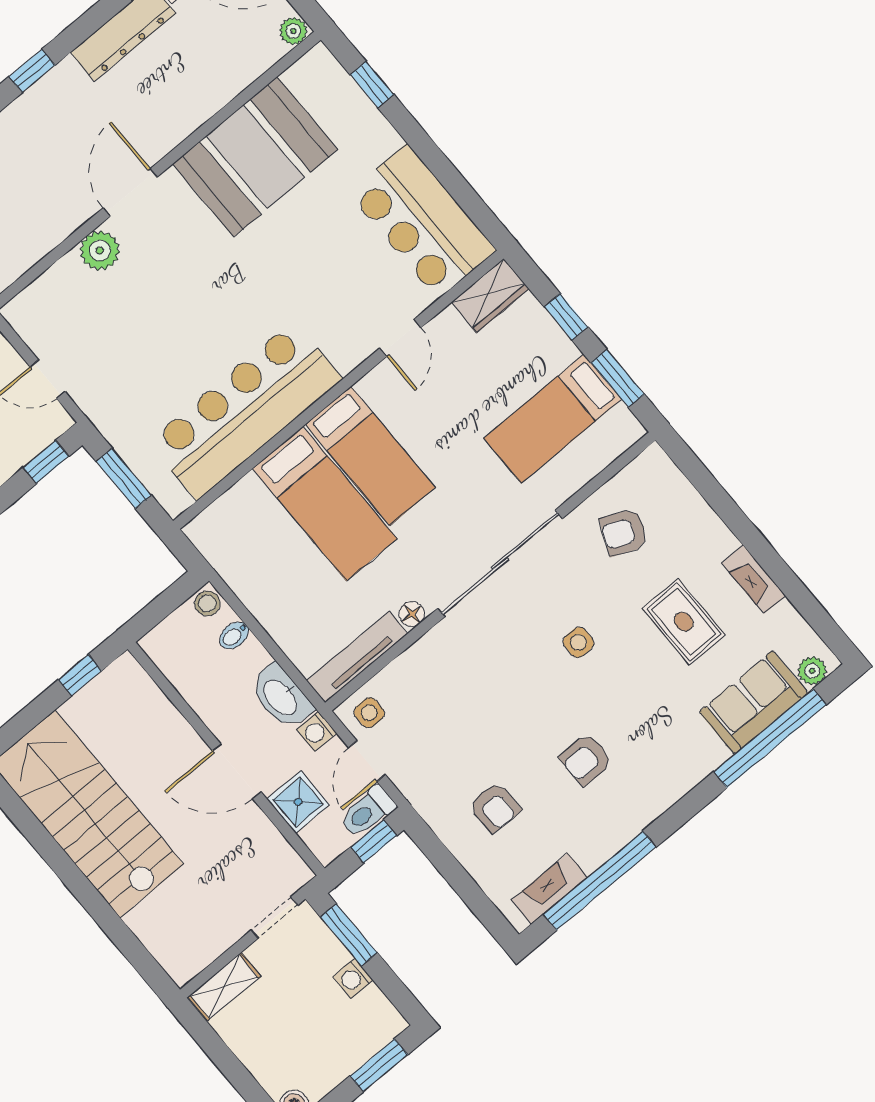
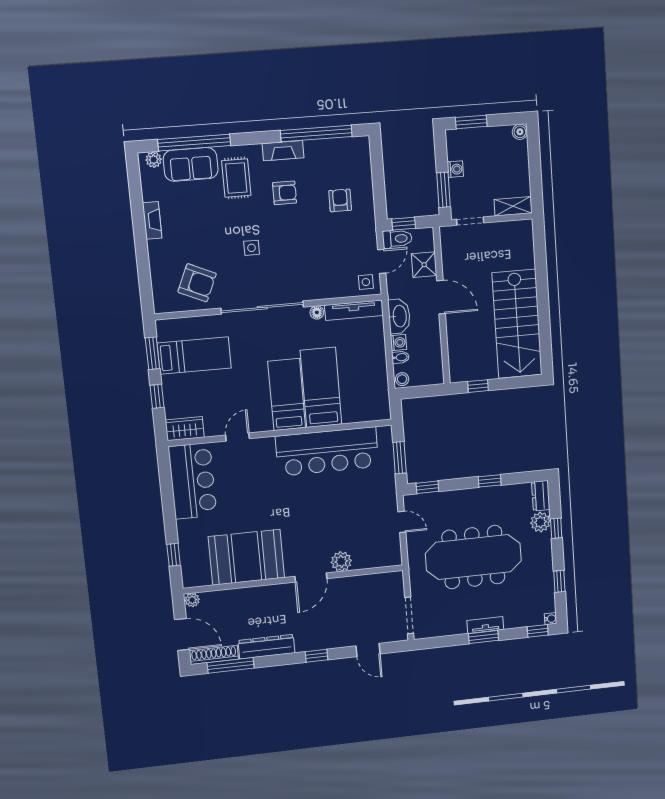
armchair: (624, 532) -> (197, 283), width x1.38, depth x1.38
rug: (684, 622) -> (236, 178), moved
washing machine: (317, 731) -> (398, 342), moved
fireplace: (550, 889) -> (283, 151), moved

